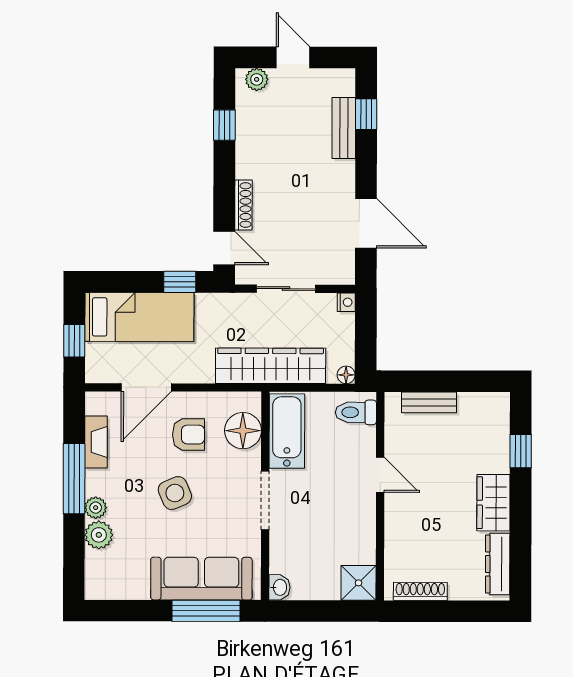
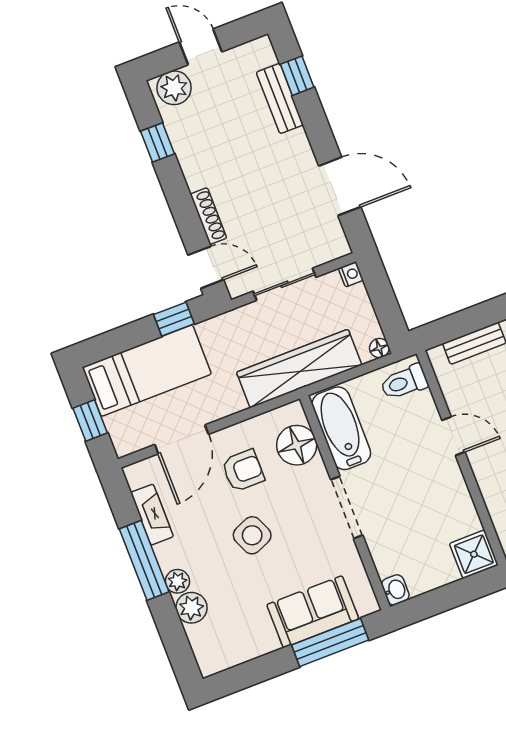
plant: (257, 79) -> (174, 88), width x1.38, depth x1.38
sofa: (201, 579) -> (313, 612), width x0.73

